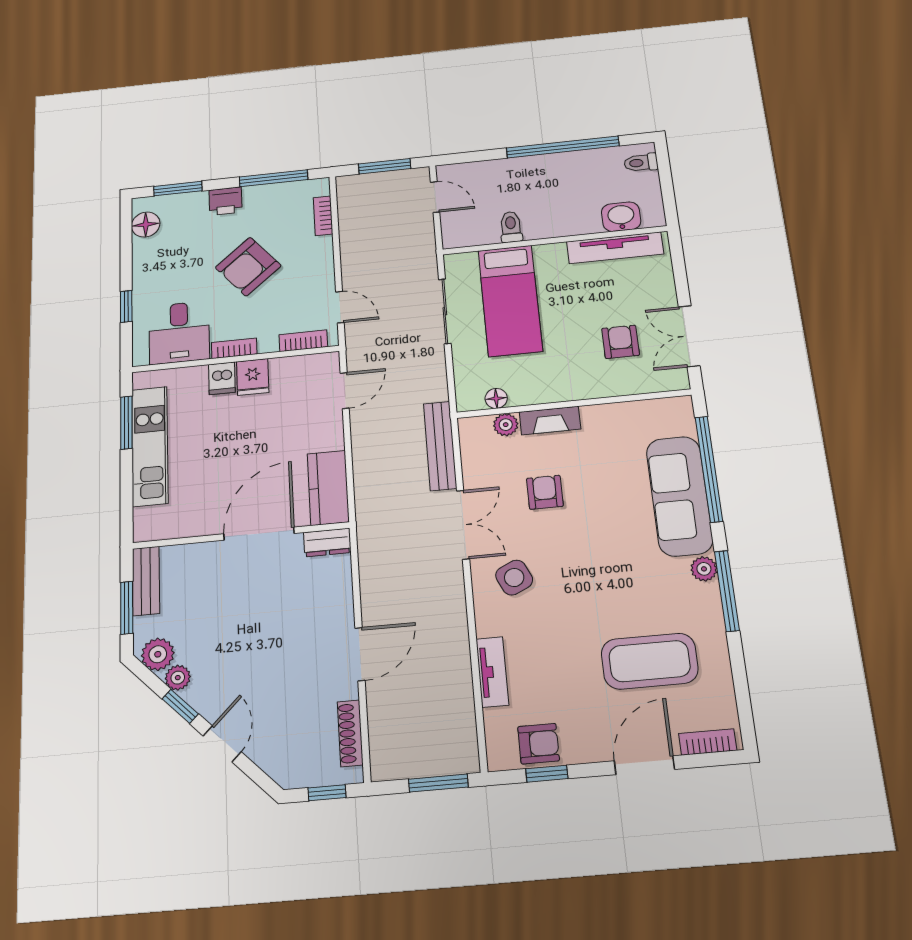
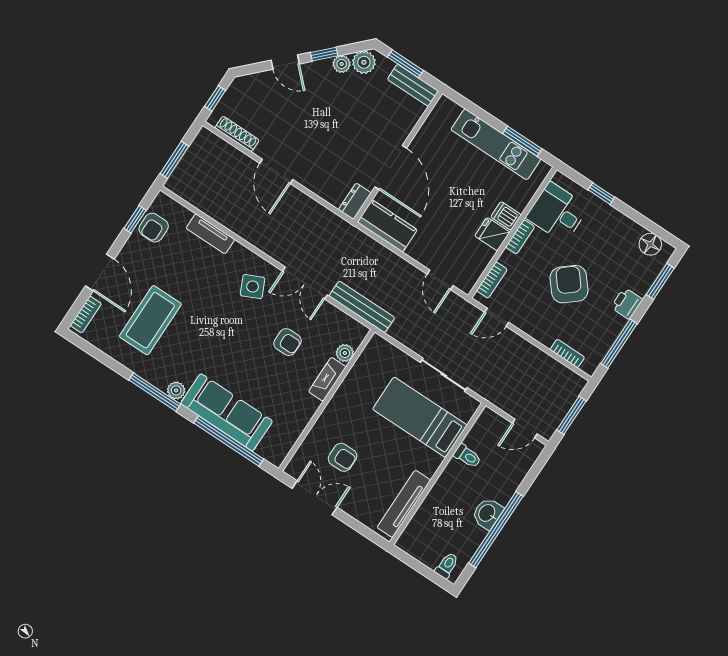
washbasin: (621, 217) -> (487, 513), moved, turned 180
floor lamp: (496, 398) -> (365, 360), removed

